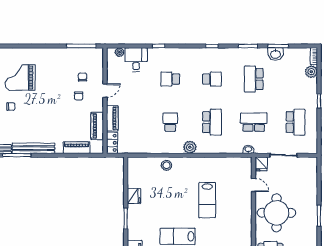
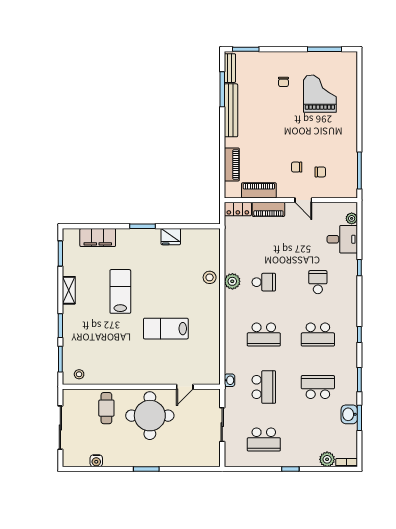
school desk: (212, 79) -> (318, 335), width x1.85
plant: (190, 147) -> (232, 281), moved
fridge: (261, 164) -> (211, 396), removed

